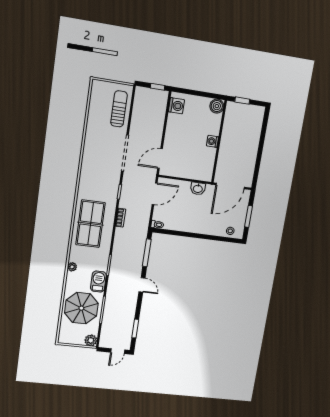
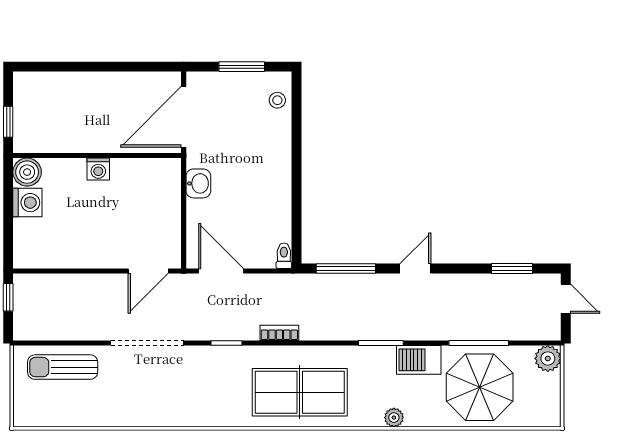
washing machine: (176, 106) -> (27, 203), moved, turned 90
door: (160, 158) -> (148, 271), hinge flipped
door: (230, 186) -> (184, 117), swing flipped

